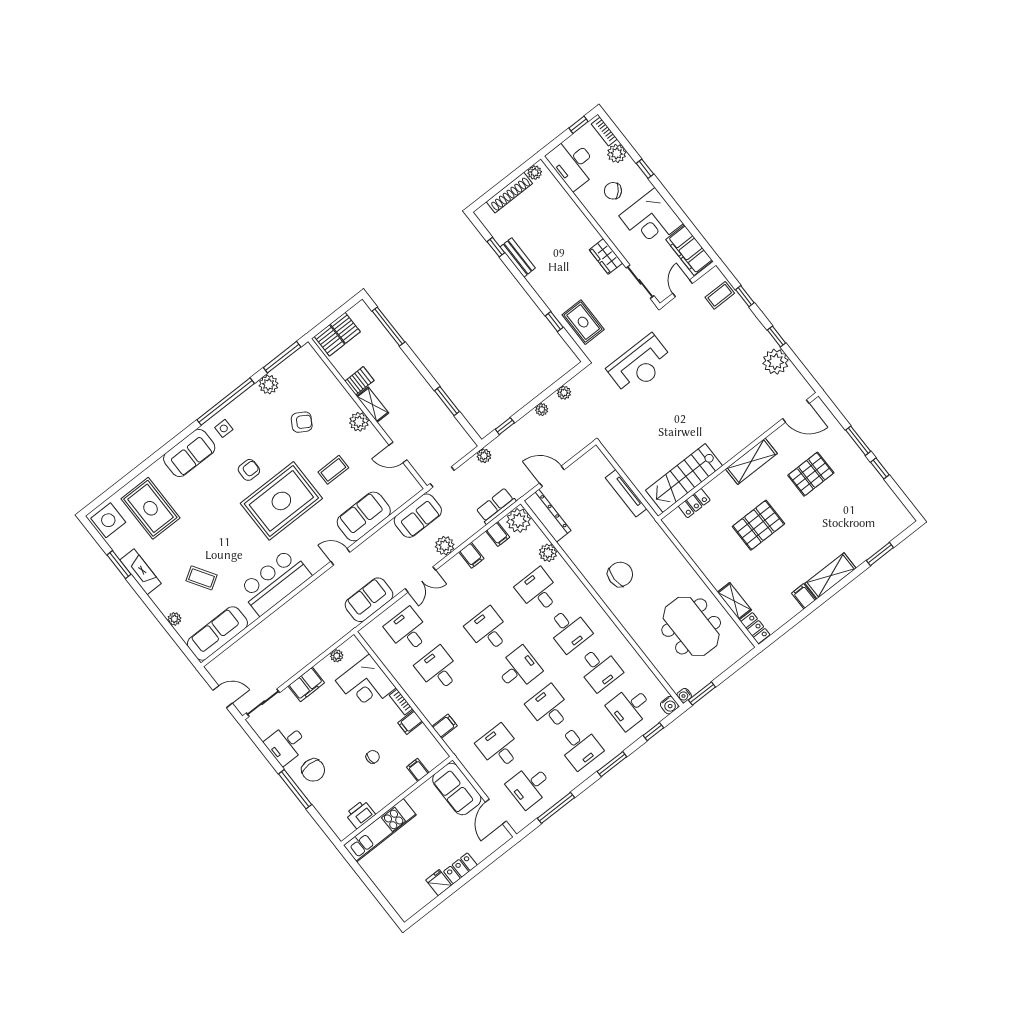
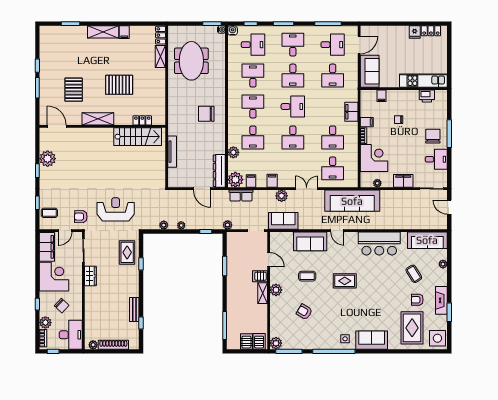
armchair: (677, 321) -> (81, 217), added
server rack: (359, 381) -> (260, 276), moved
plant: (269, 384) -> (276, 343), moved
armchair: (249, 470) -> (417, 300), moved
pallet: (811, 474) -> (74, 90), turned 90
rug: (281, 501) -> (345, 281), width x0.54, depth x0.49
sofa: (369, 600) -> (352, 201), width x1.85, depth x1.27
desk: (519, 669) -> (293, 107), turned 180
filing cabinet: (445, 726) -> (351, 112), width x2.00
locker: (460, 868) -> (431, 31), moved

